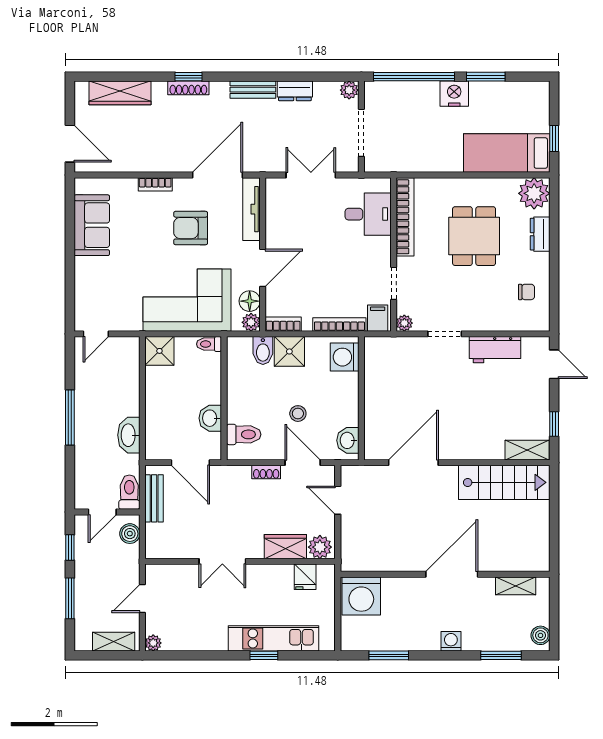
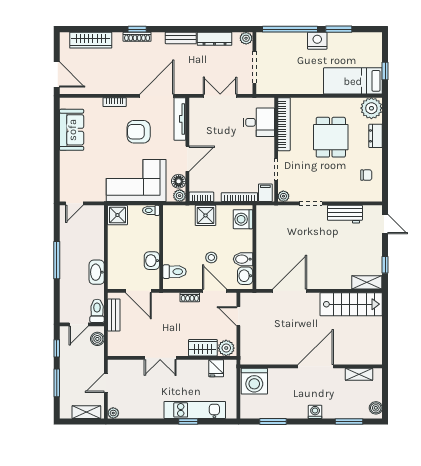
dresser: (295, 91) -> (215, 39), width x1.44
bidet: (263, 351) -> (243, 259), moved, turned 90

